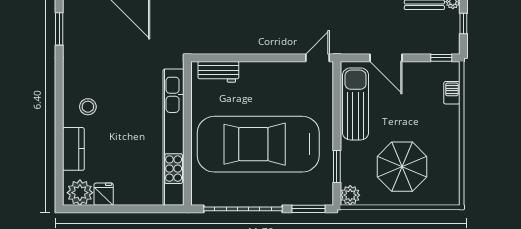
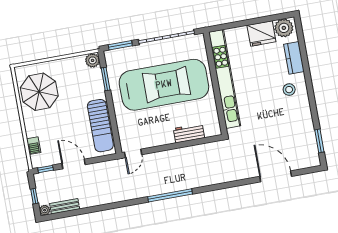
door: (386, 58) -> (74, 164), moved
workbench: (218, 72) -> (189, 133), moved
parasol: (402, 167) -> (39, 92), moved
fridge: (104, 194) -> (261, 33), width x1.88, depth x1.34

